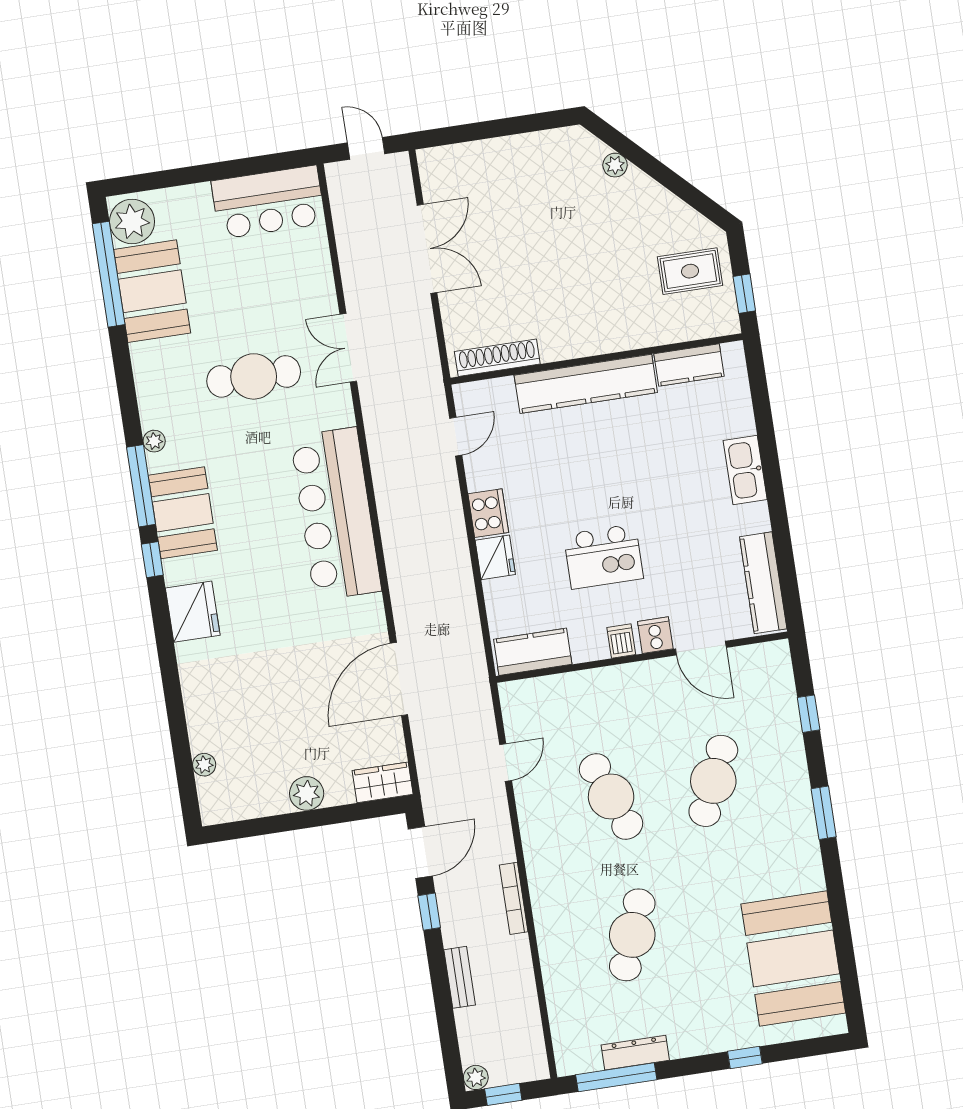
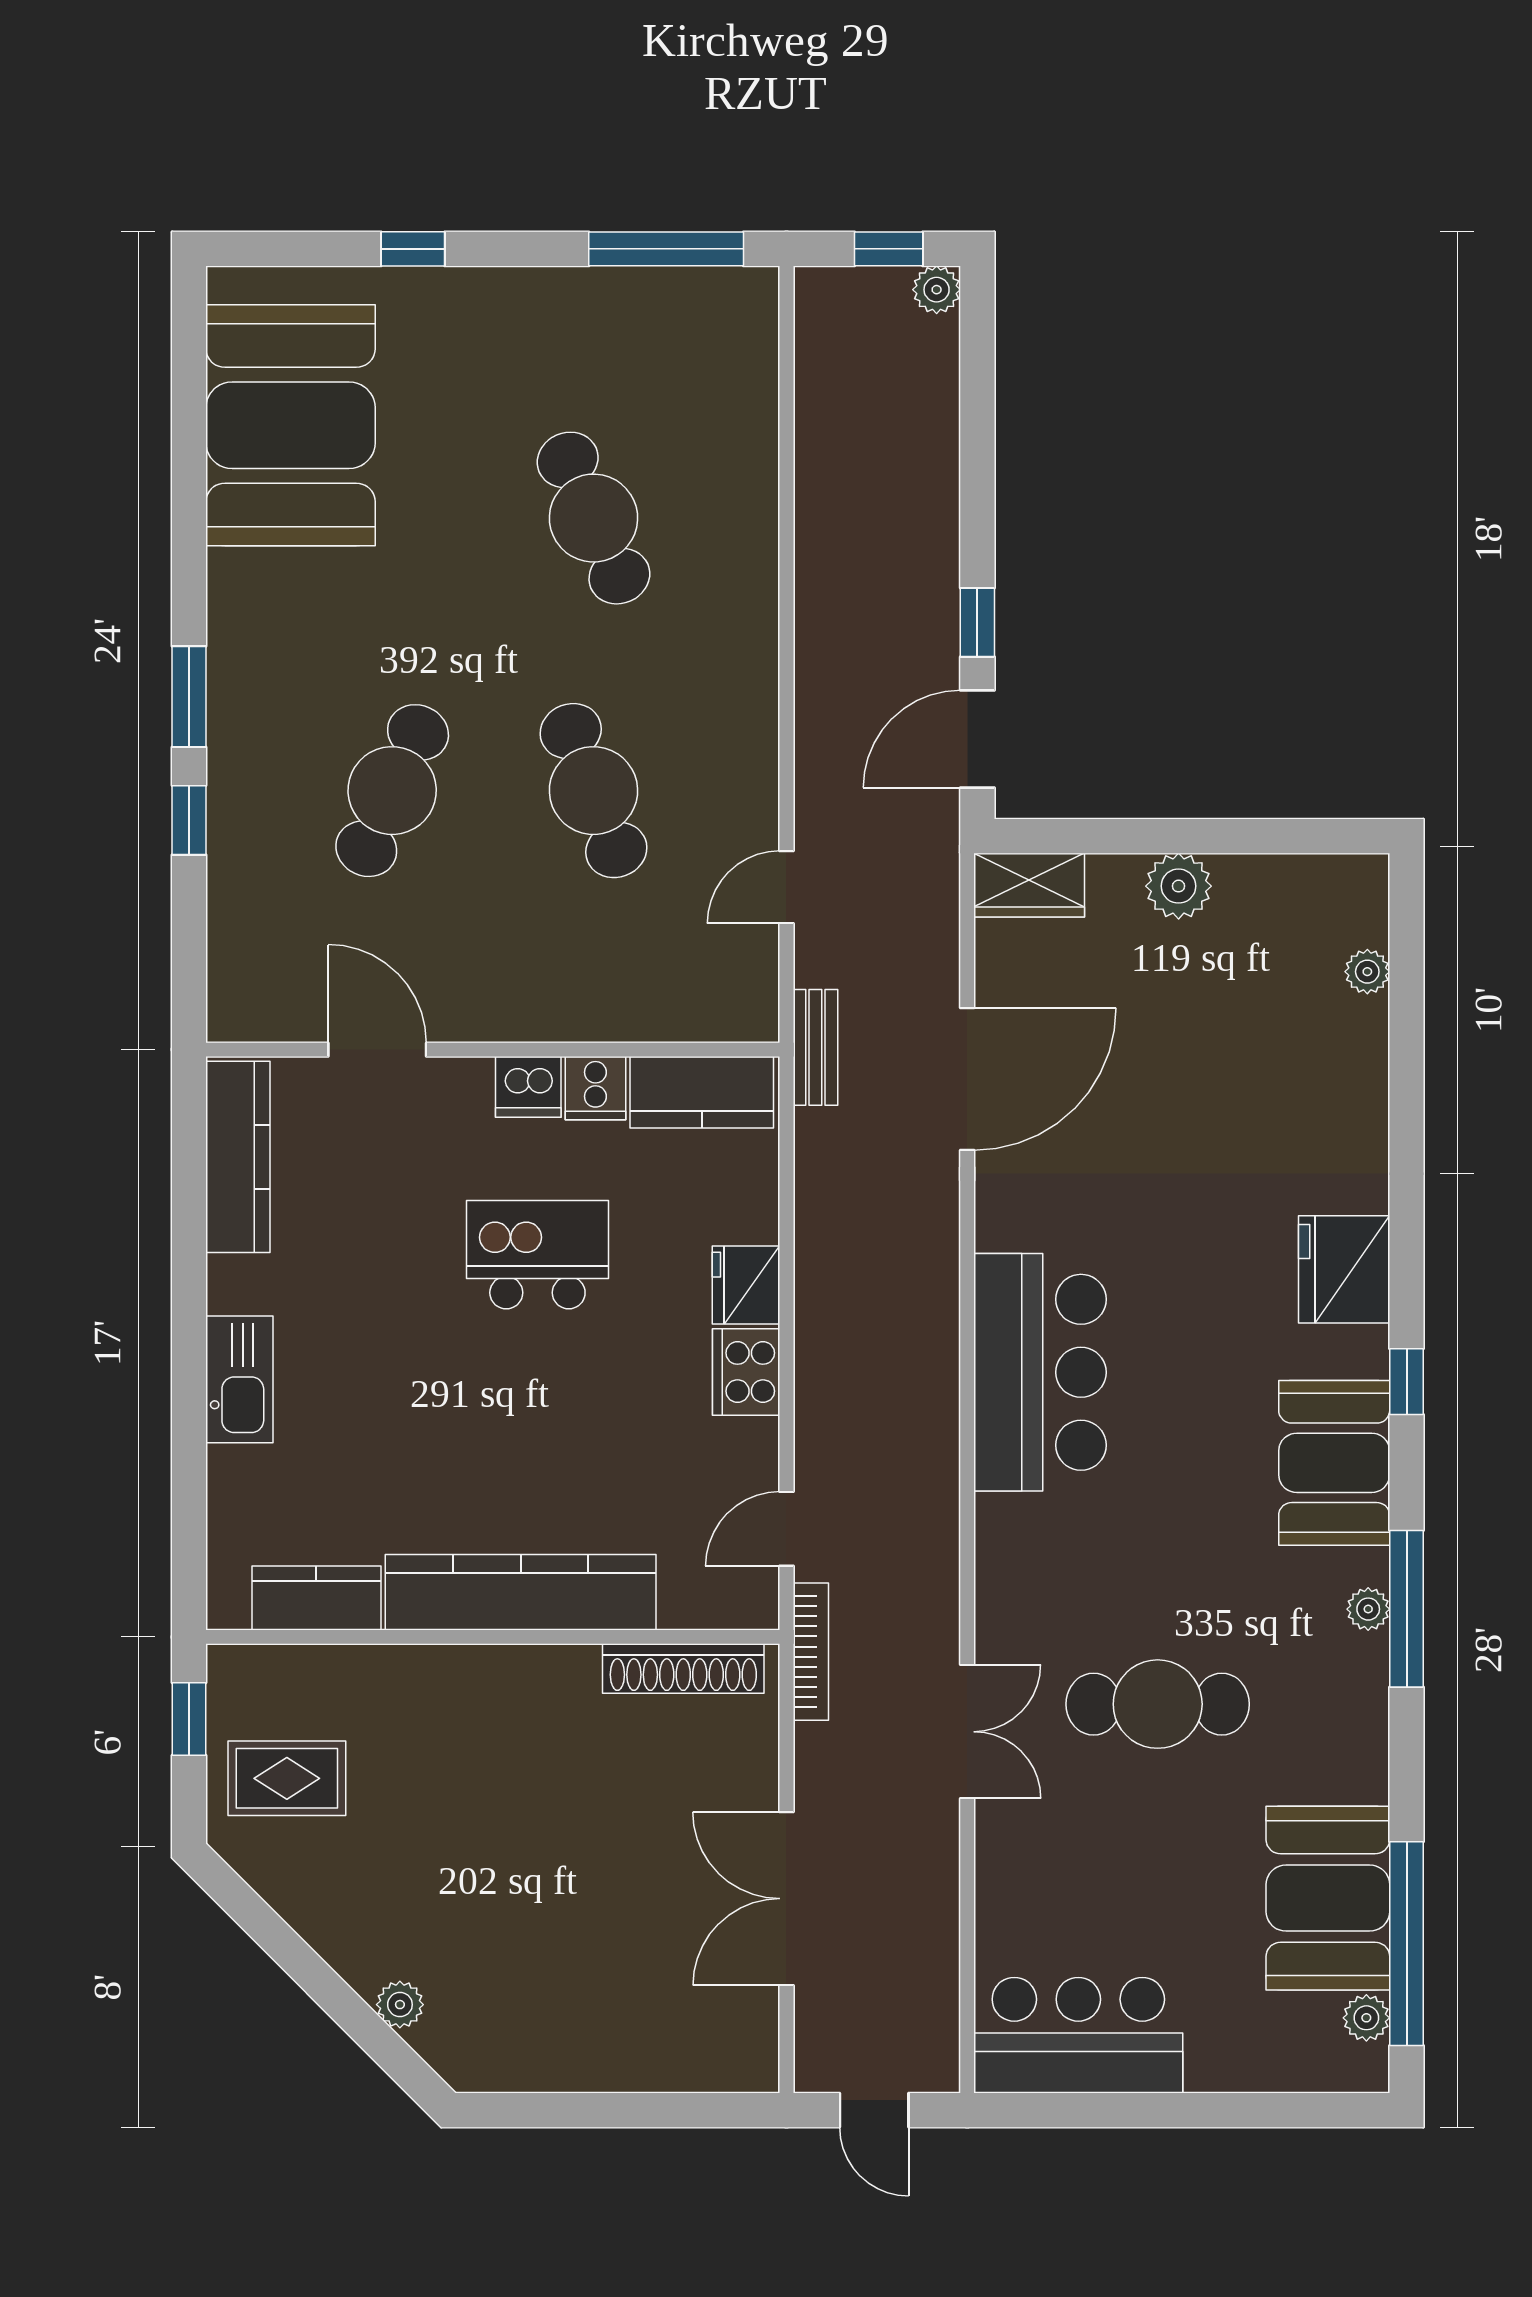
plant: (132, 222) -> (1366, 2018), width x0.53, depth x0.53
window: (141, 486) -> (1407, 1609), moved
bar counter: (336, 514) -> (1040, 1372), width x0.73
cooker: (655, 635) -> (595, 1088), moved
dishwasher: (621, 641) -> (528, 1087), width x1.38
window: (809, 714) -> (189, 820), moved
bookcase: (514, 898) -> (811, 1652), moved
cafe table: (632, 935) -> (594, 518), turned -45
bench: (460, 977) -> (815, 1047), moved
dresser: (635, 1053) -> (622, 291), removed

